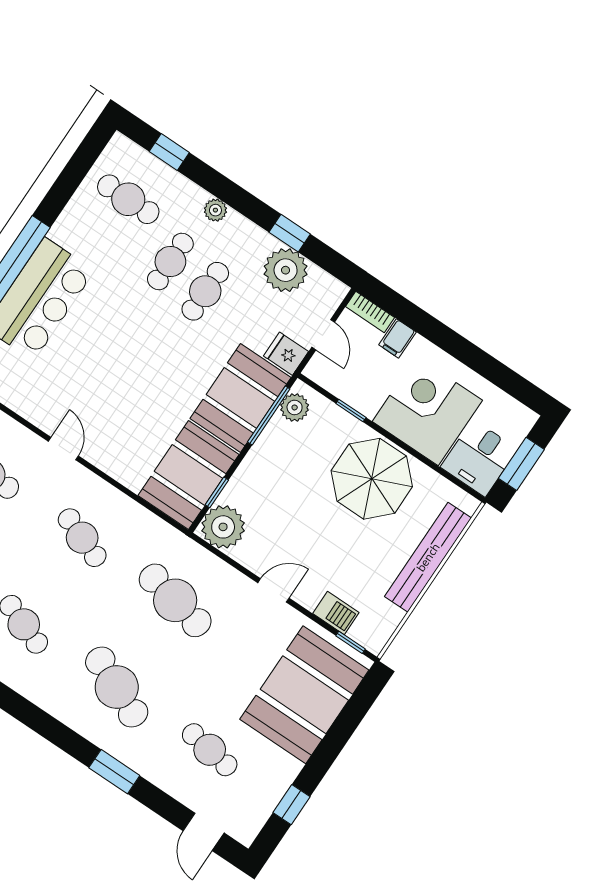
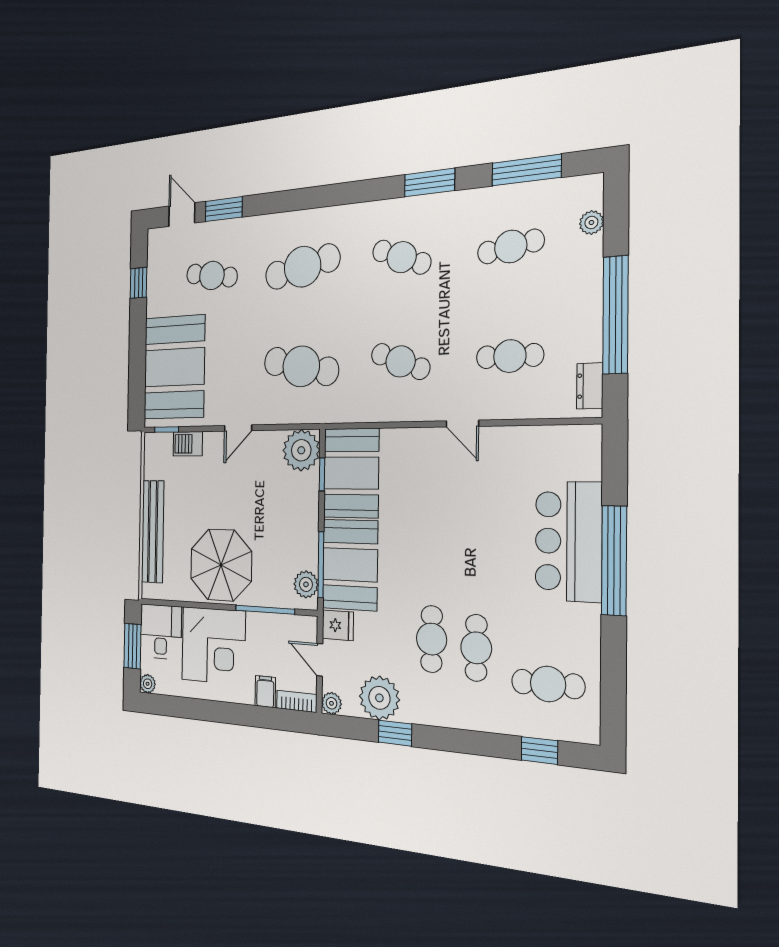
plant: (215, 210) -> (331, 703), moved
window: (351, 411) -> (265, 610), width x2.17
plant: (526, 419) -> (148, 684), added
cafe table: (117, 687) -> (302, 267), turned -36
window: (114, 772) -> (224, 209), moved

